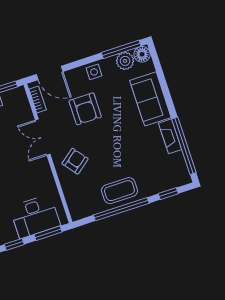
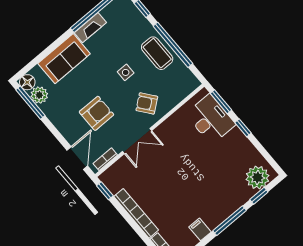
side table: (94, 72) -> (126, 72), moved

